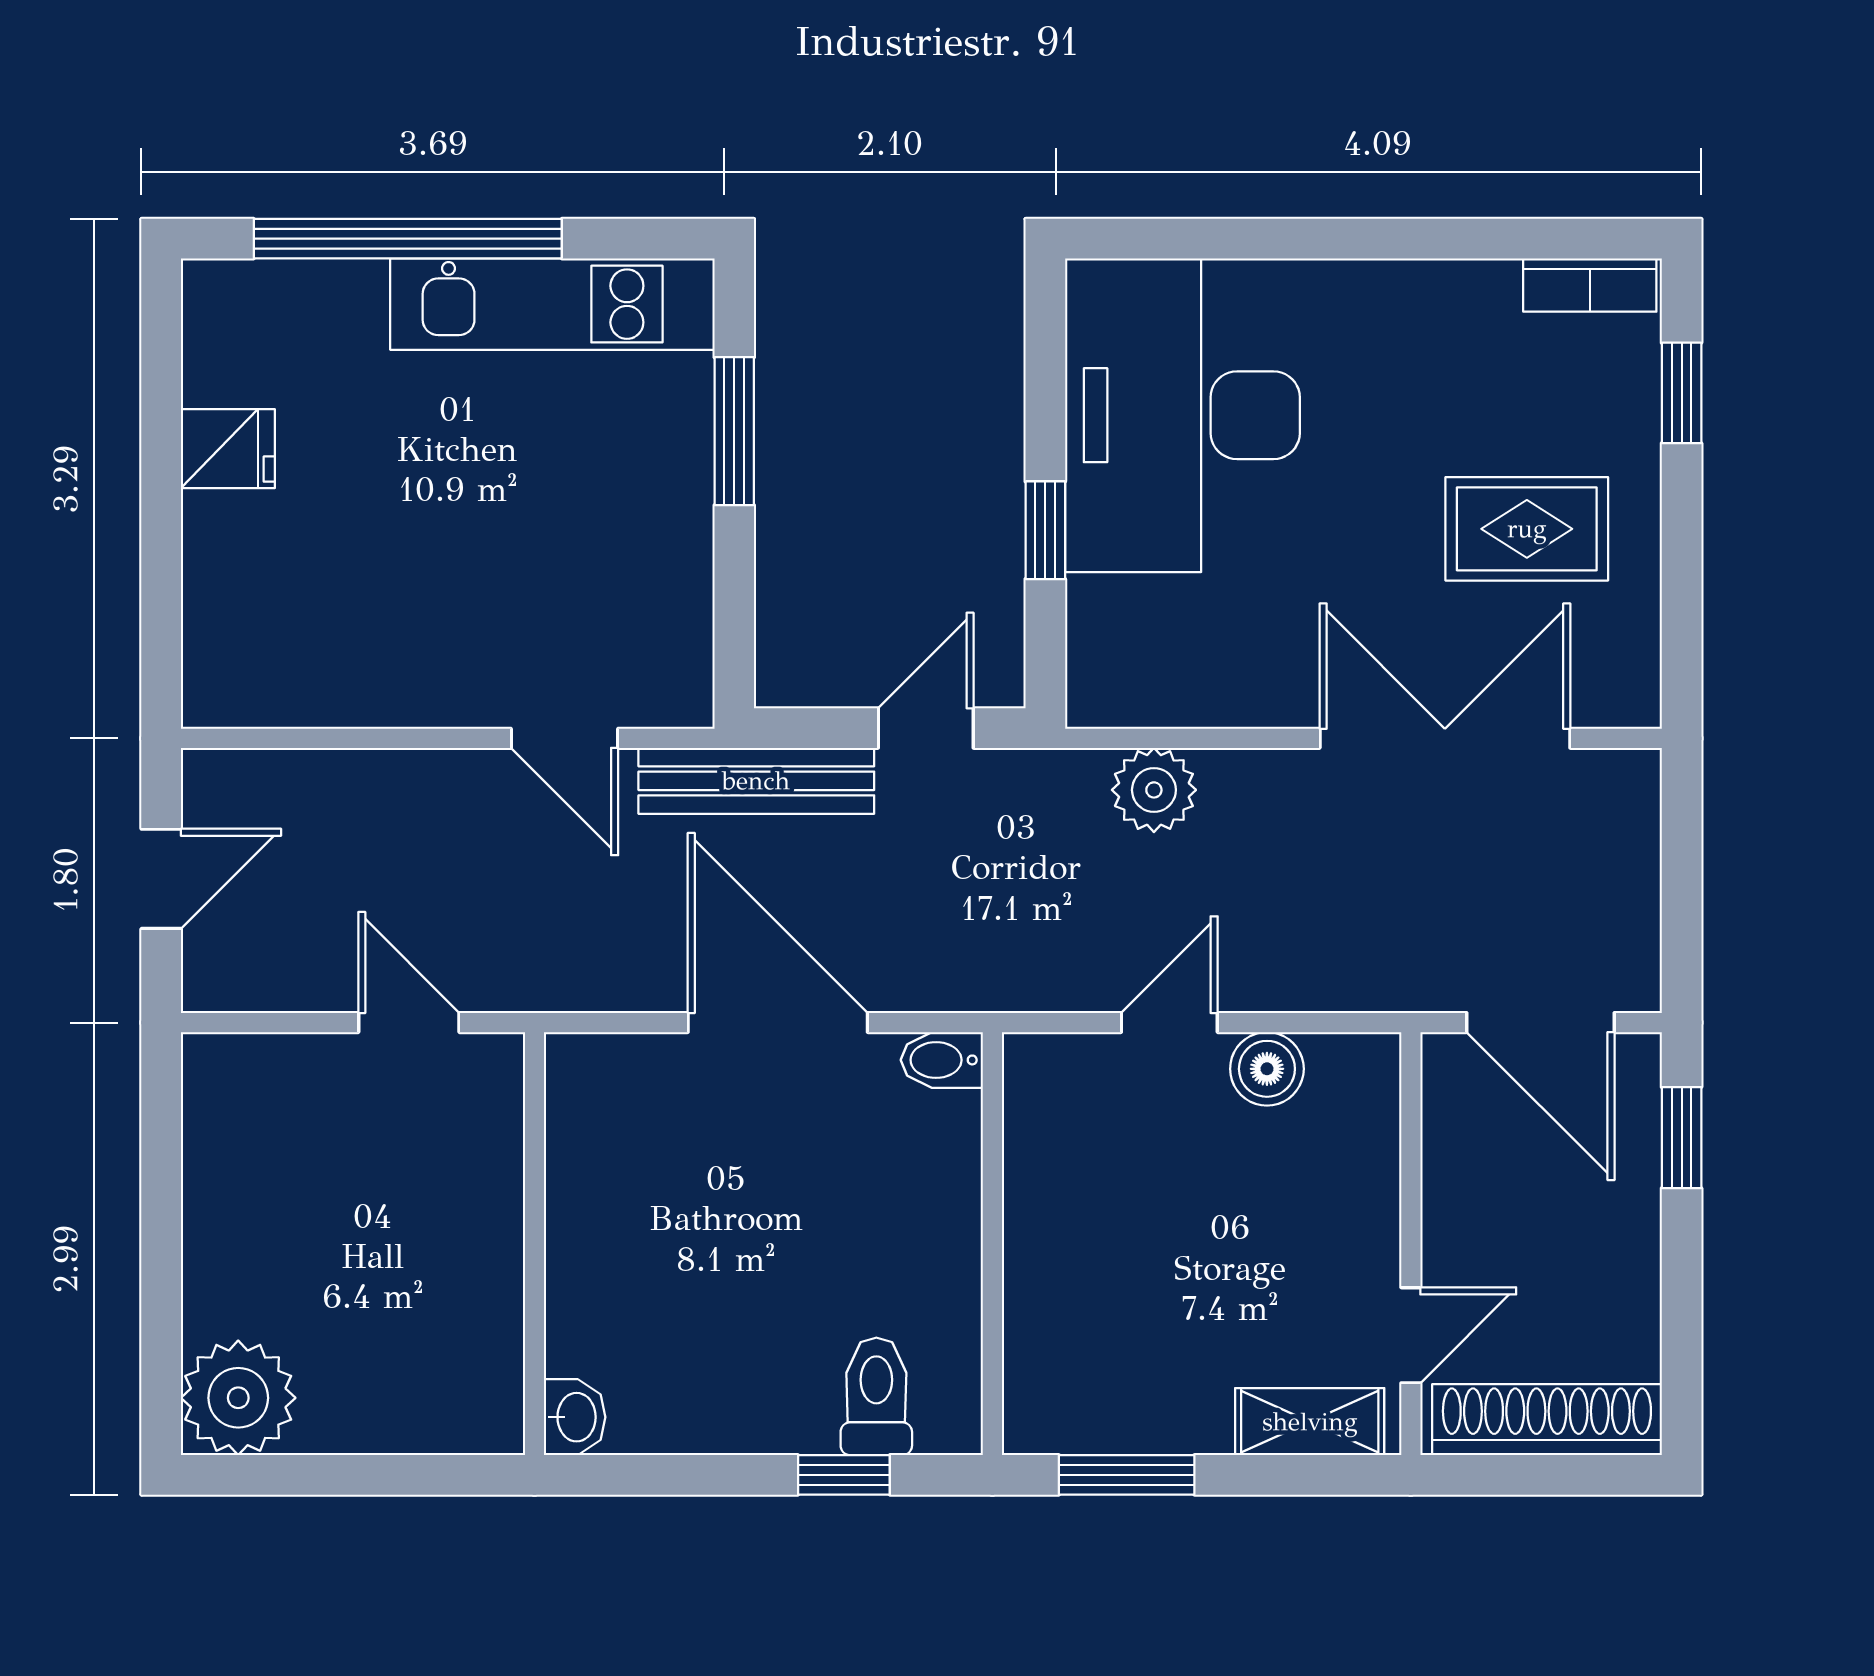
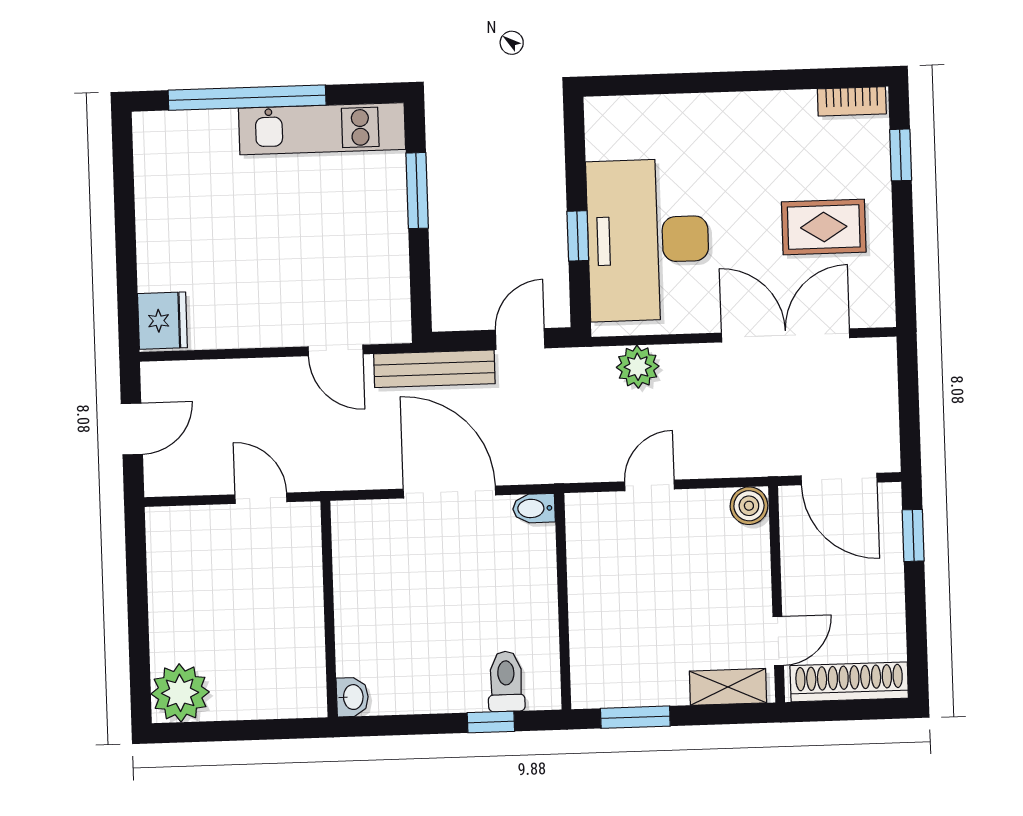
desk: (1182, 415) -> (648, 240), moved
fridge: (228, 449) -> (162, 321), moved, width x1.38
boiler: (1267, 1069) -> (749, 506), moved

